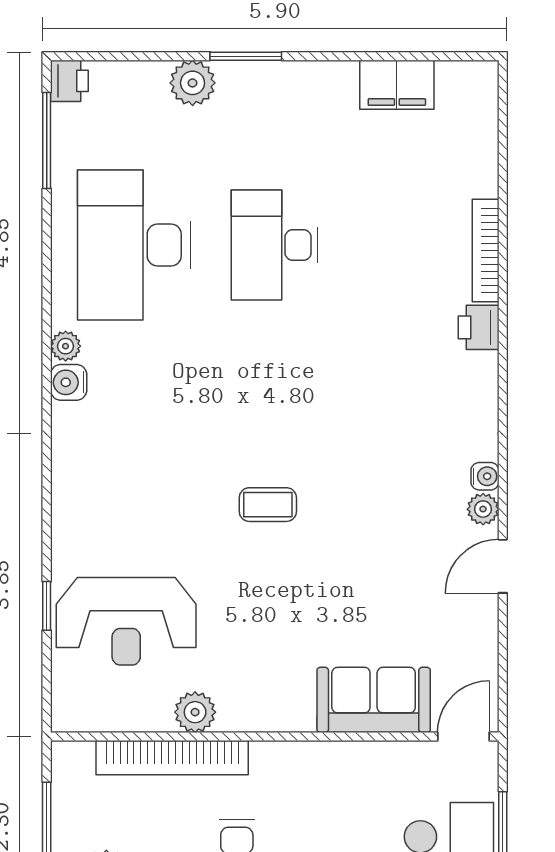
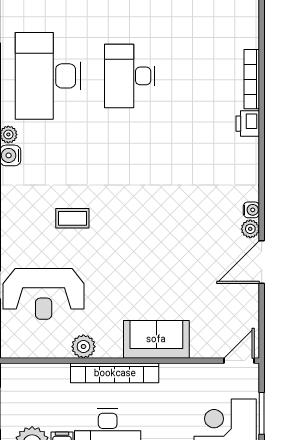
coffee table: (268, 505) -> (72, 218), moved
door: (503, 566) -> (262, 262), width x1.38
sofa: (374, 700) -> (156, 339), moved
bookcase: (172, 758) -> (115, 373), moved

